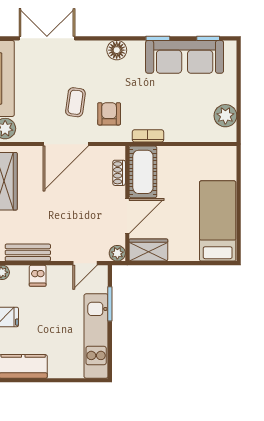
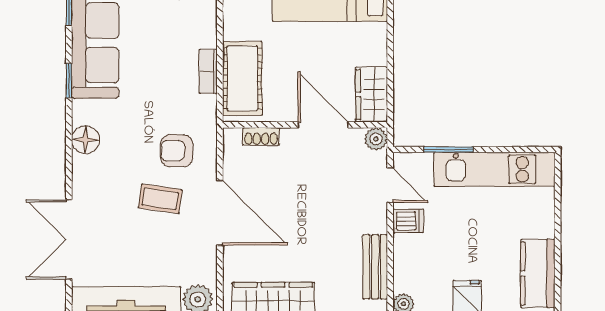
bookcase: (148, 136) -> (208, 71), moved
cot: (143, 172) -> (242, 78), moved, turned 90
dishwasher: (38, 276) -> (408, 221), moved

